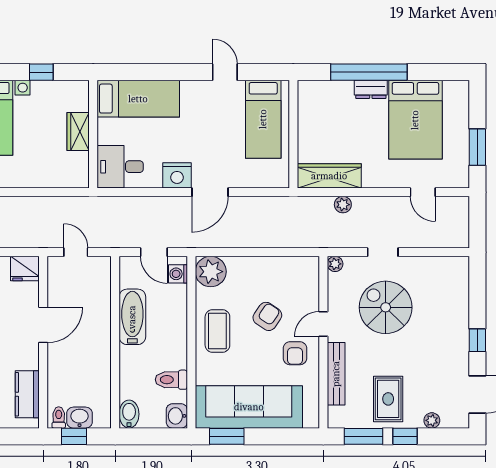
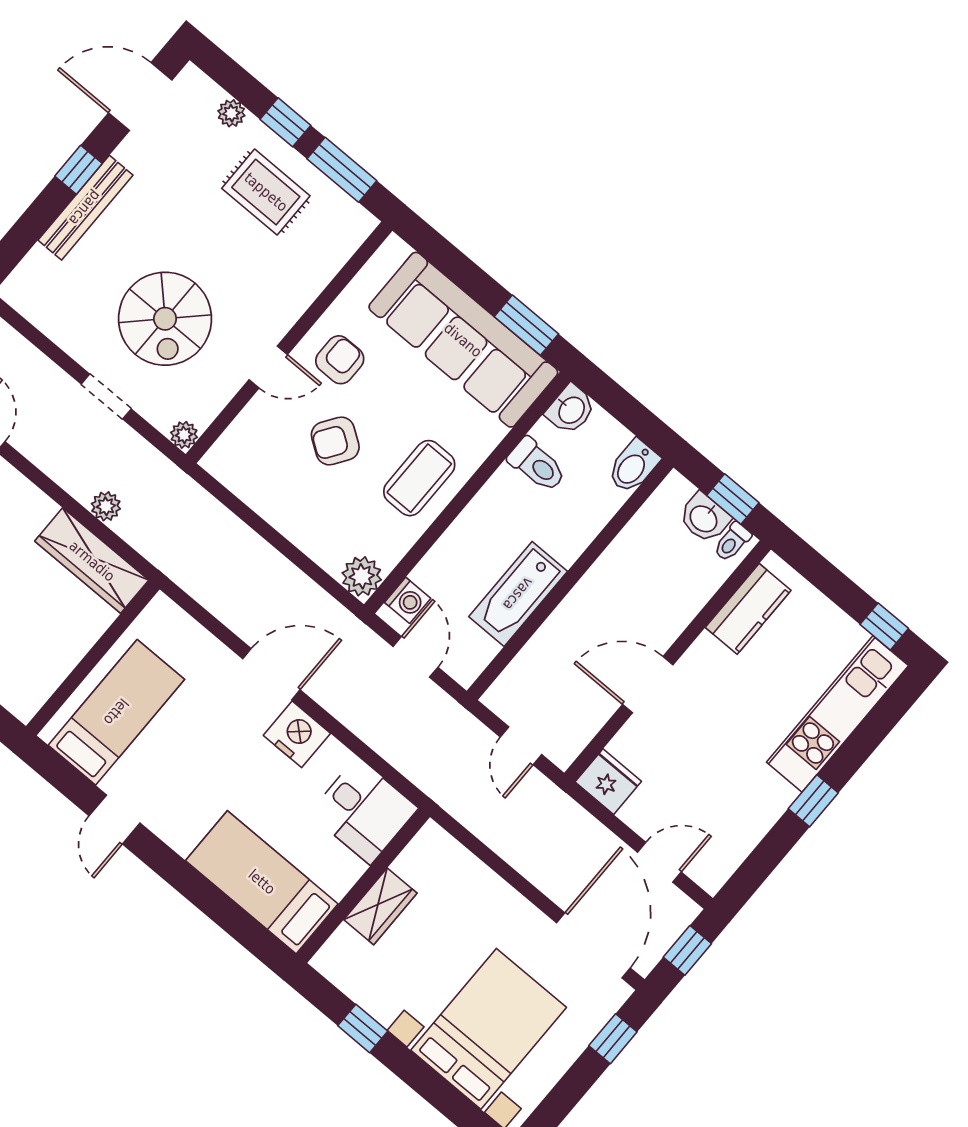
plant: (211, 272) -> (362, 576), width x0.73, depth x0.73
bench: (336, 374) -> (85, 208), moved
rug: (388, 399) -> (266, 192), turned 90

